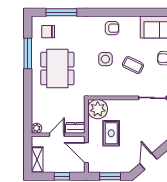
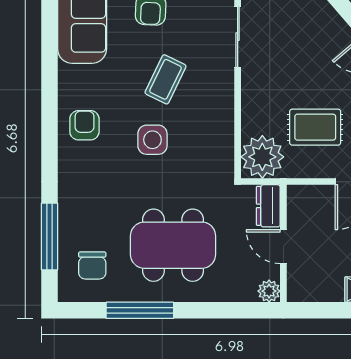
plant: (36, 128) -> (269, 291), moved
dresser: (75, 128) -> (268, 206), moved
door: (57, 135) -> (283, 247), moved
wall: (58, 135) -> (283, 243), moved

